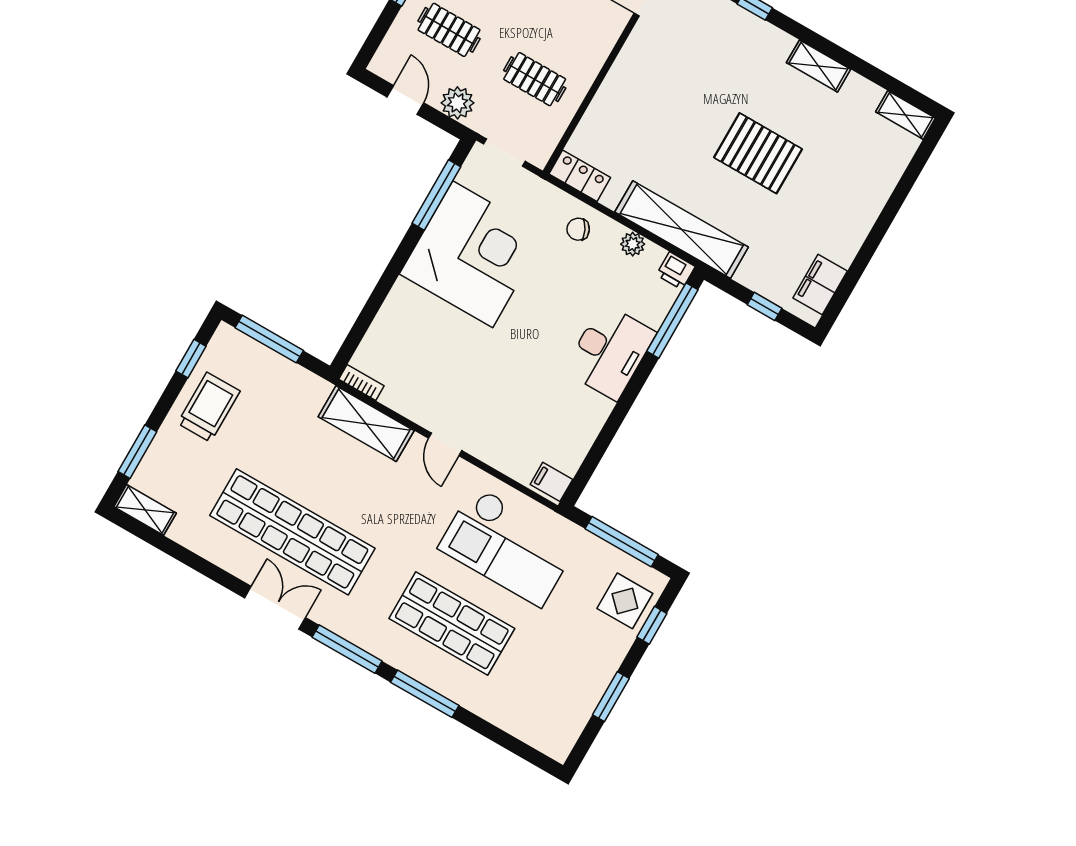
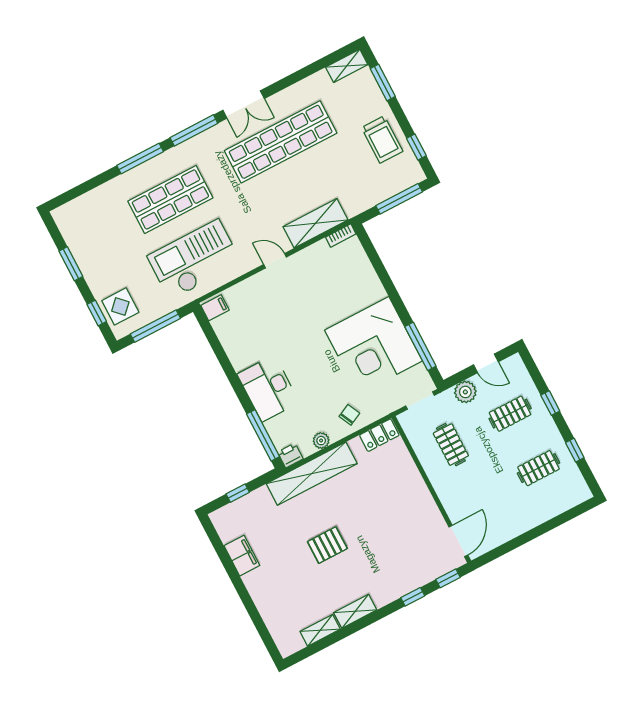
clothes rail: (535, 79) -> (451, 445), turned 90
shelving: (905, 115) -> (320, 630), moved
pallet: (758, 153) -> (327, 545), width x0.67, depth x0.71
filing cabinet: (820, 285) -> (242, 556), moved

